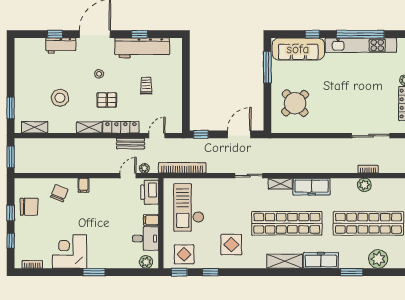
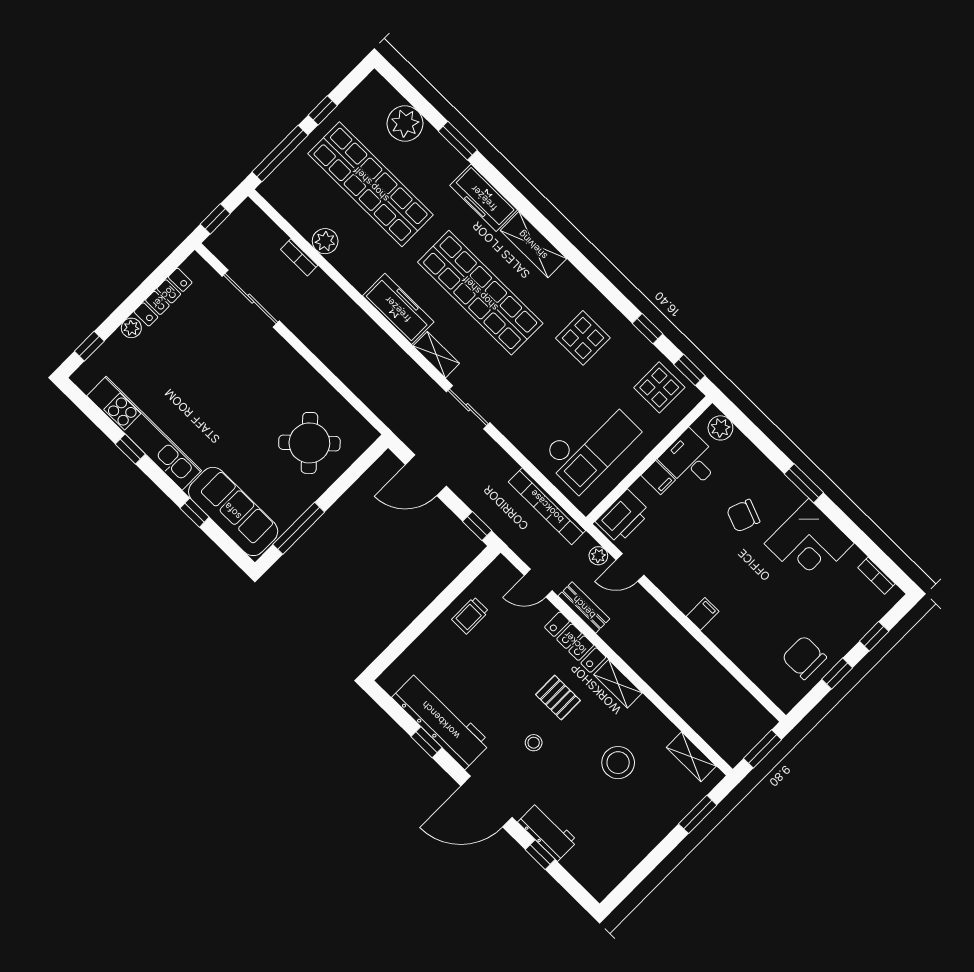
window: (360, 34) -> (130, 449), width x0.32
trolley: (146, 86) -> (470, 615), moved
chair: (59, 193) -> (743, 516), moved

